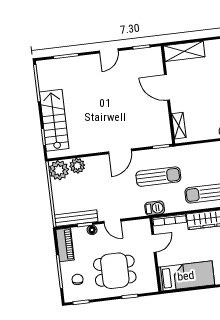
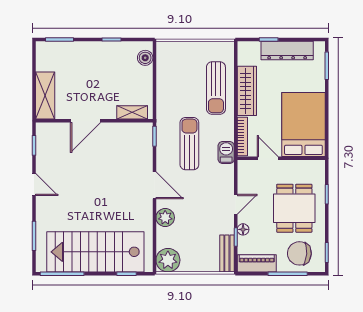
stairs: (54, 120) -> (95, 252), width x1.36, depth x1.51
plant: (77, 166) -> (165, 218), moved
bench: (76, 218) -> (227, 253), width x0.73
bed: (186, 276) -> (303, 124), width x1.50
chair: (78, 279) -> (299, 253), width x1.87, depth x1.87

